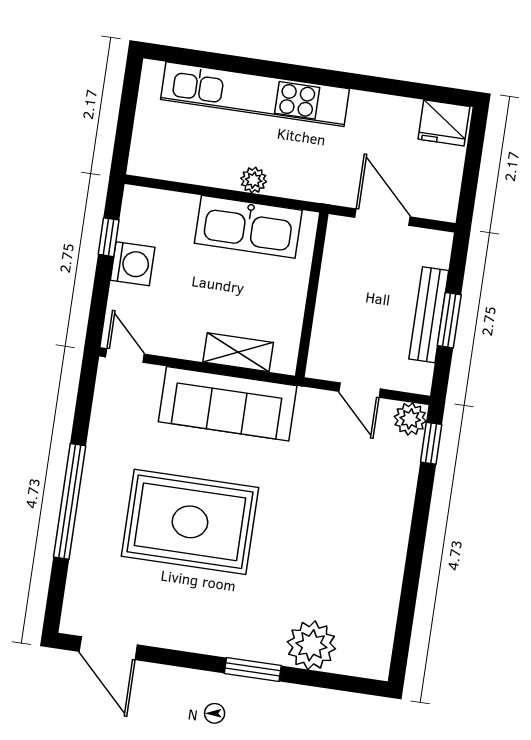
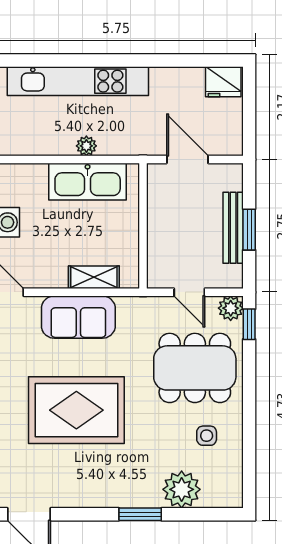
sofa: (228, 404) -> (78, 317), width x0.73
dining table: (352, 490) -> (195, 368), added
side table: (354, 580) -> (207, 436), added

